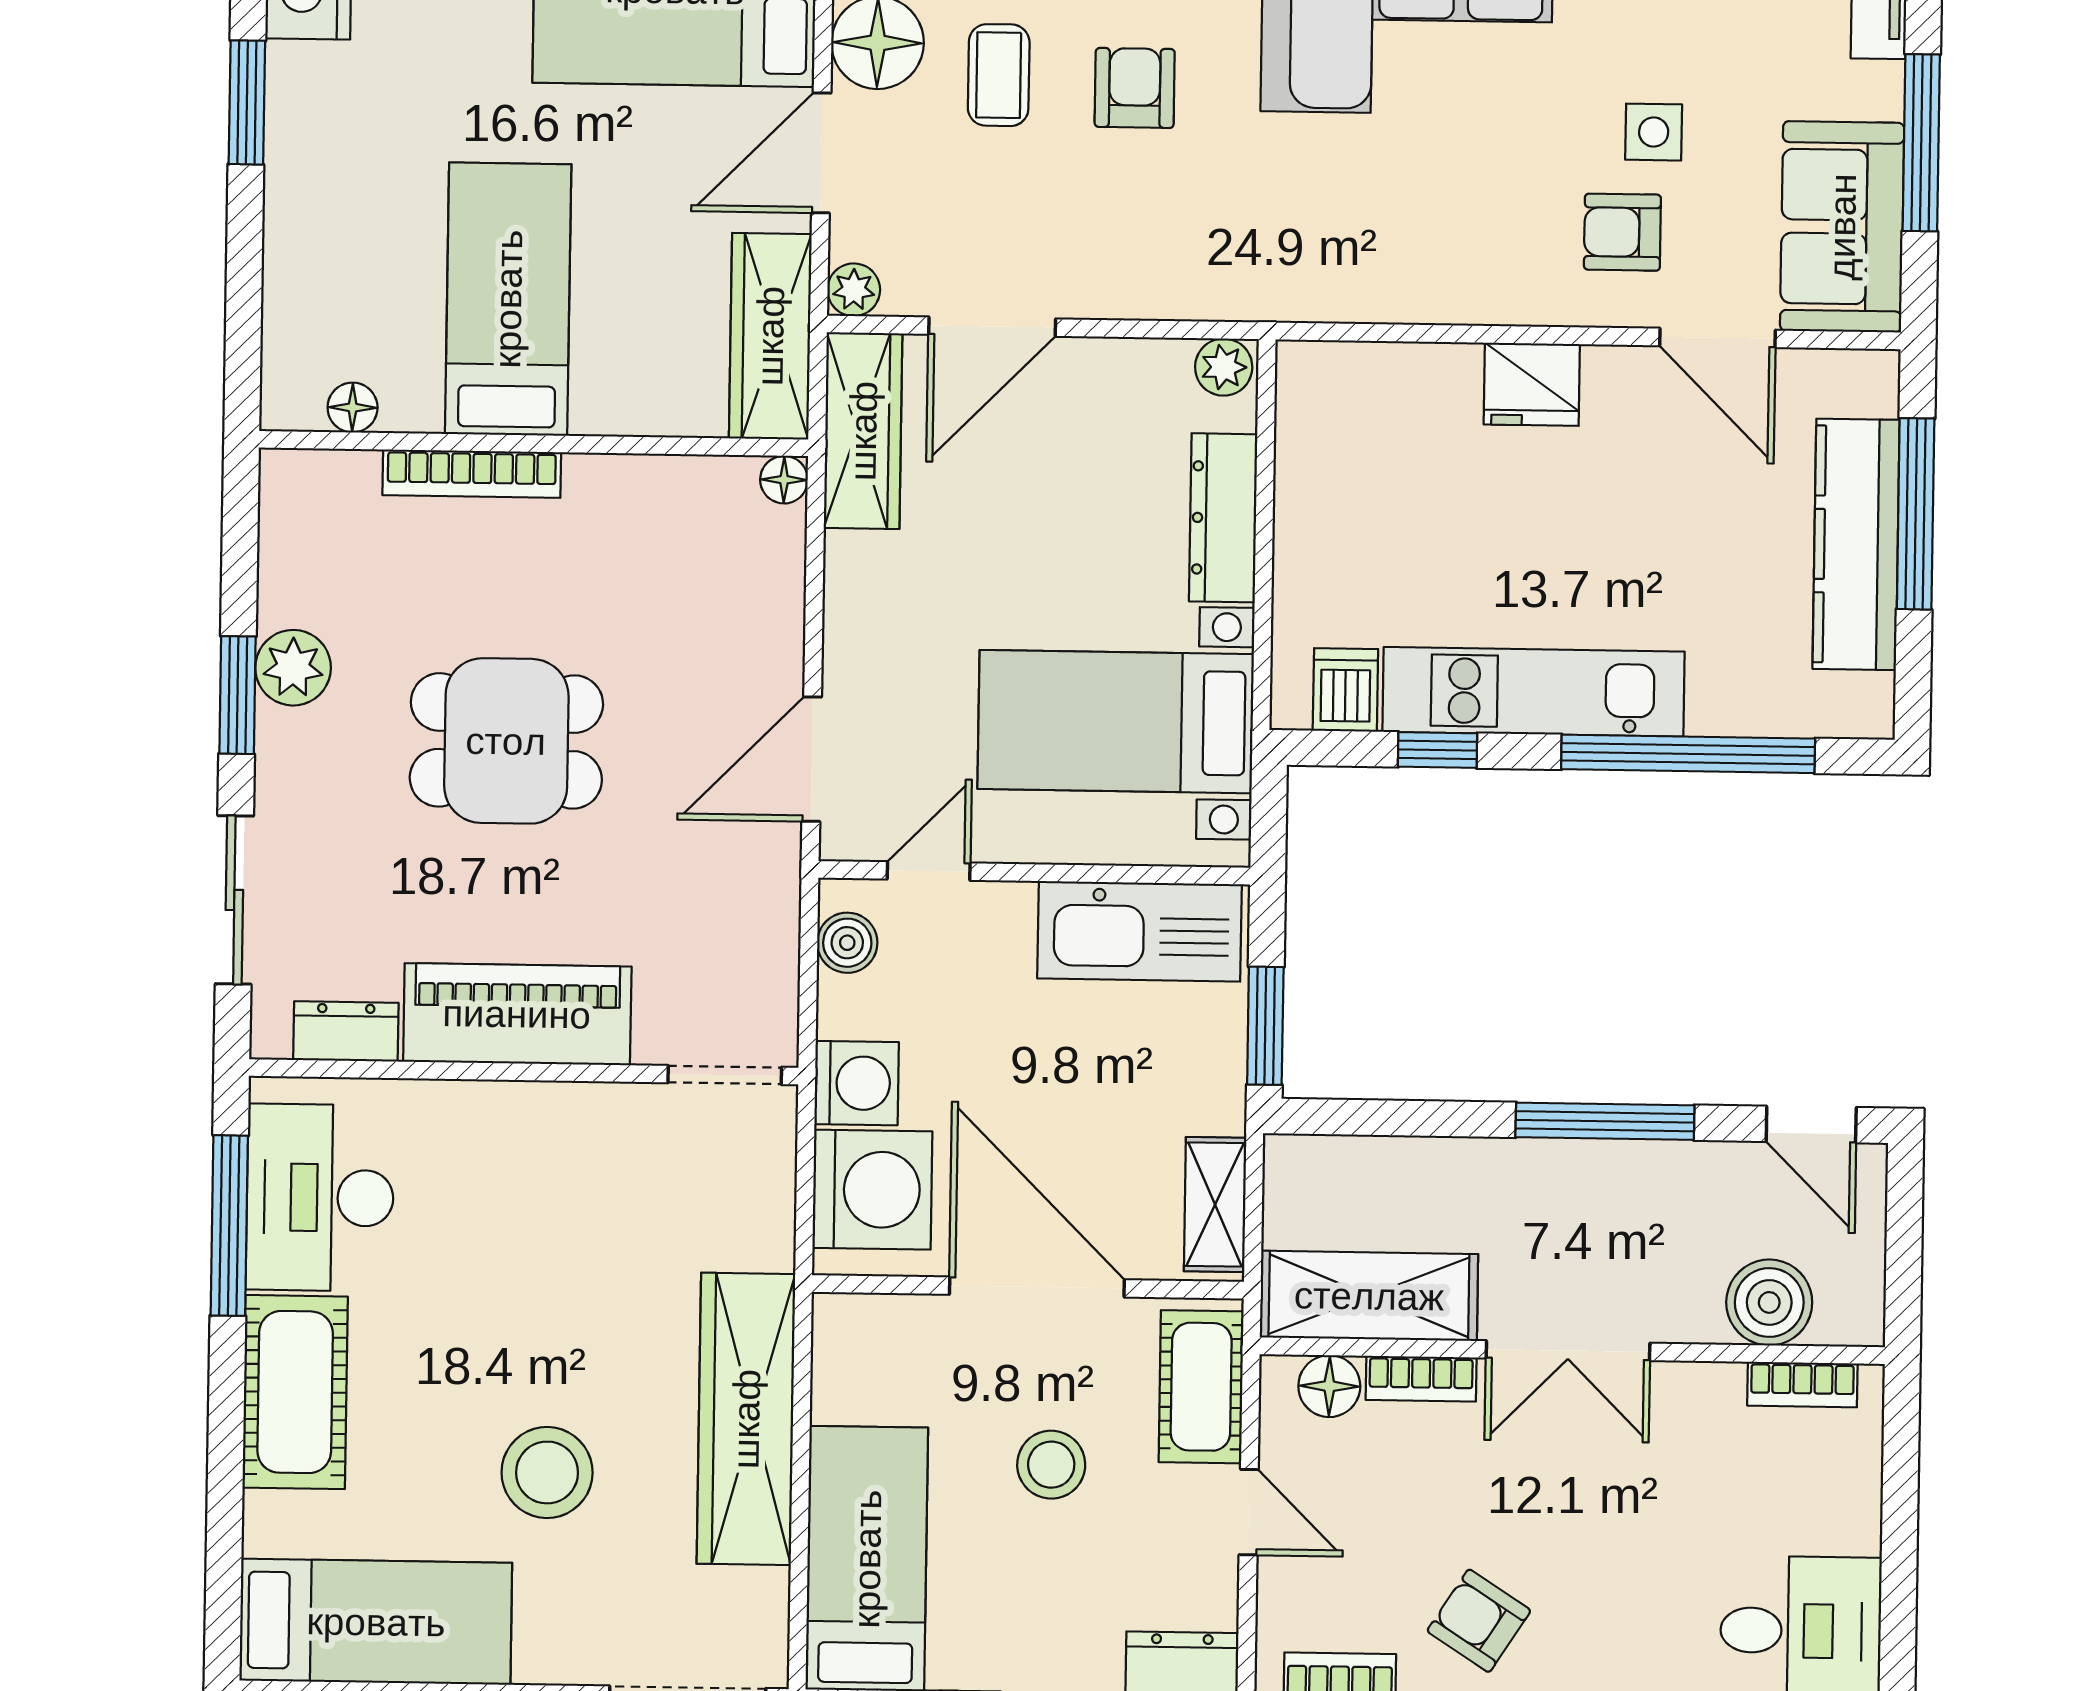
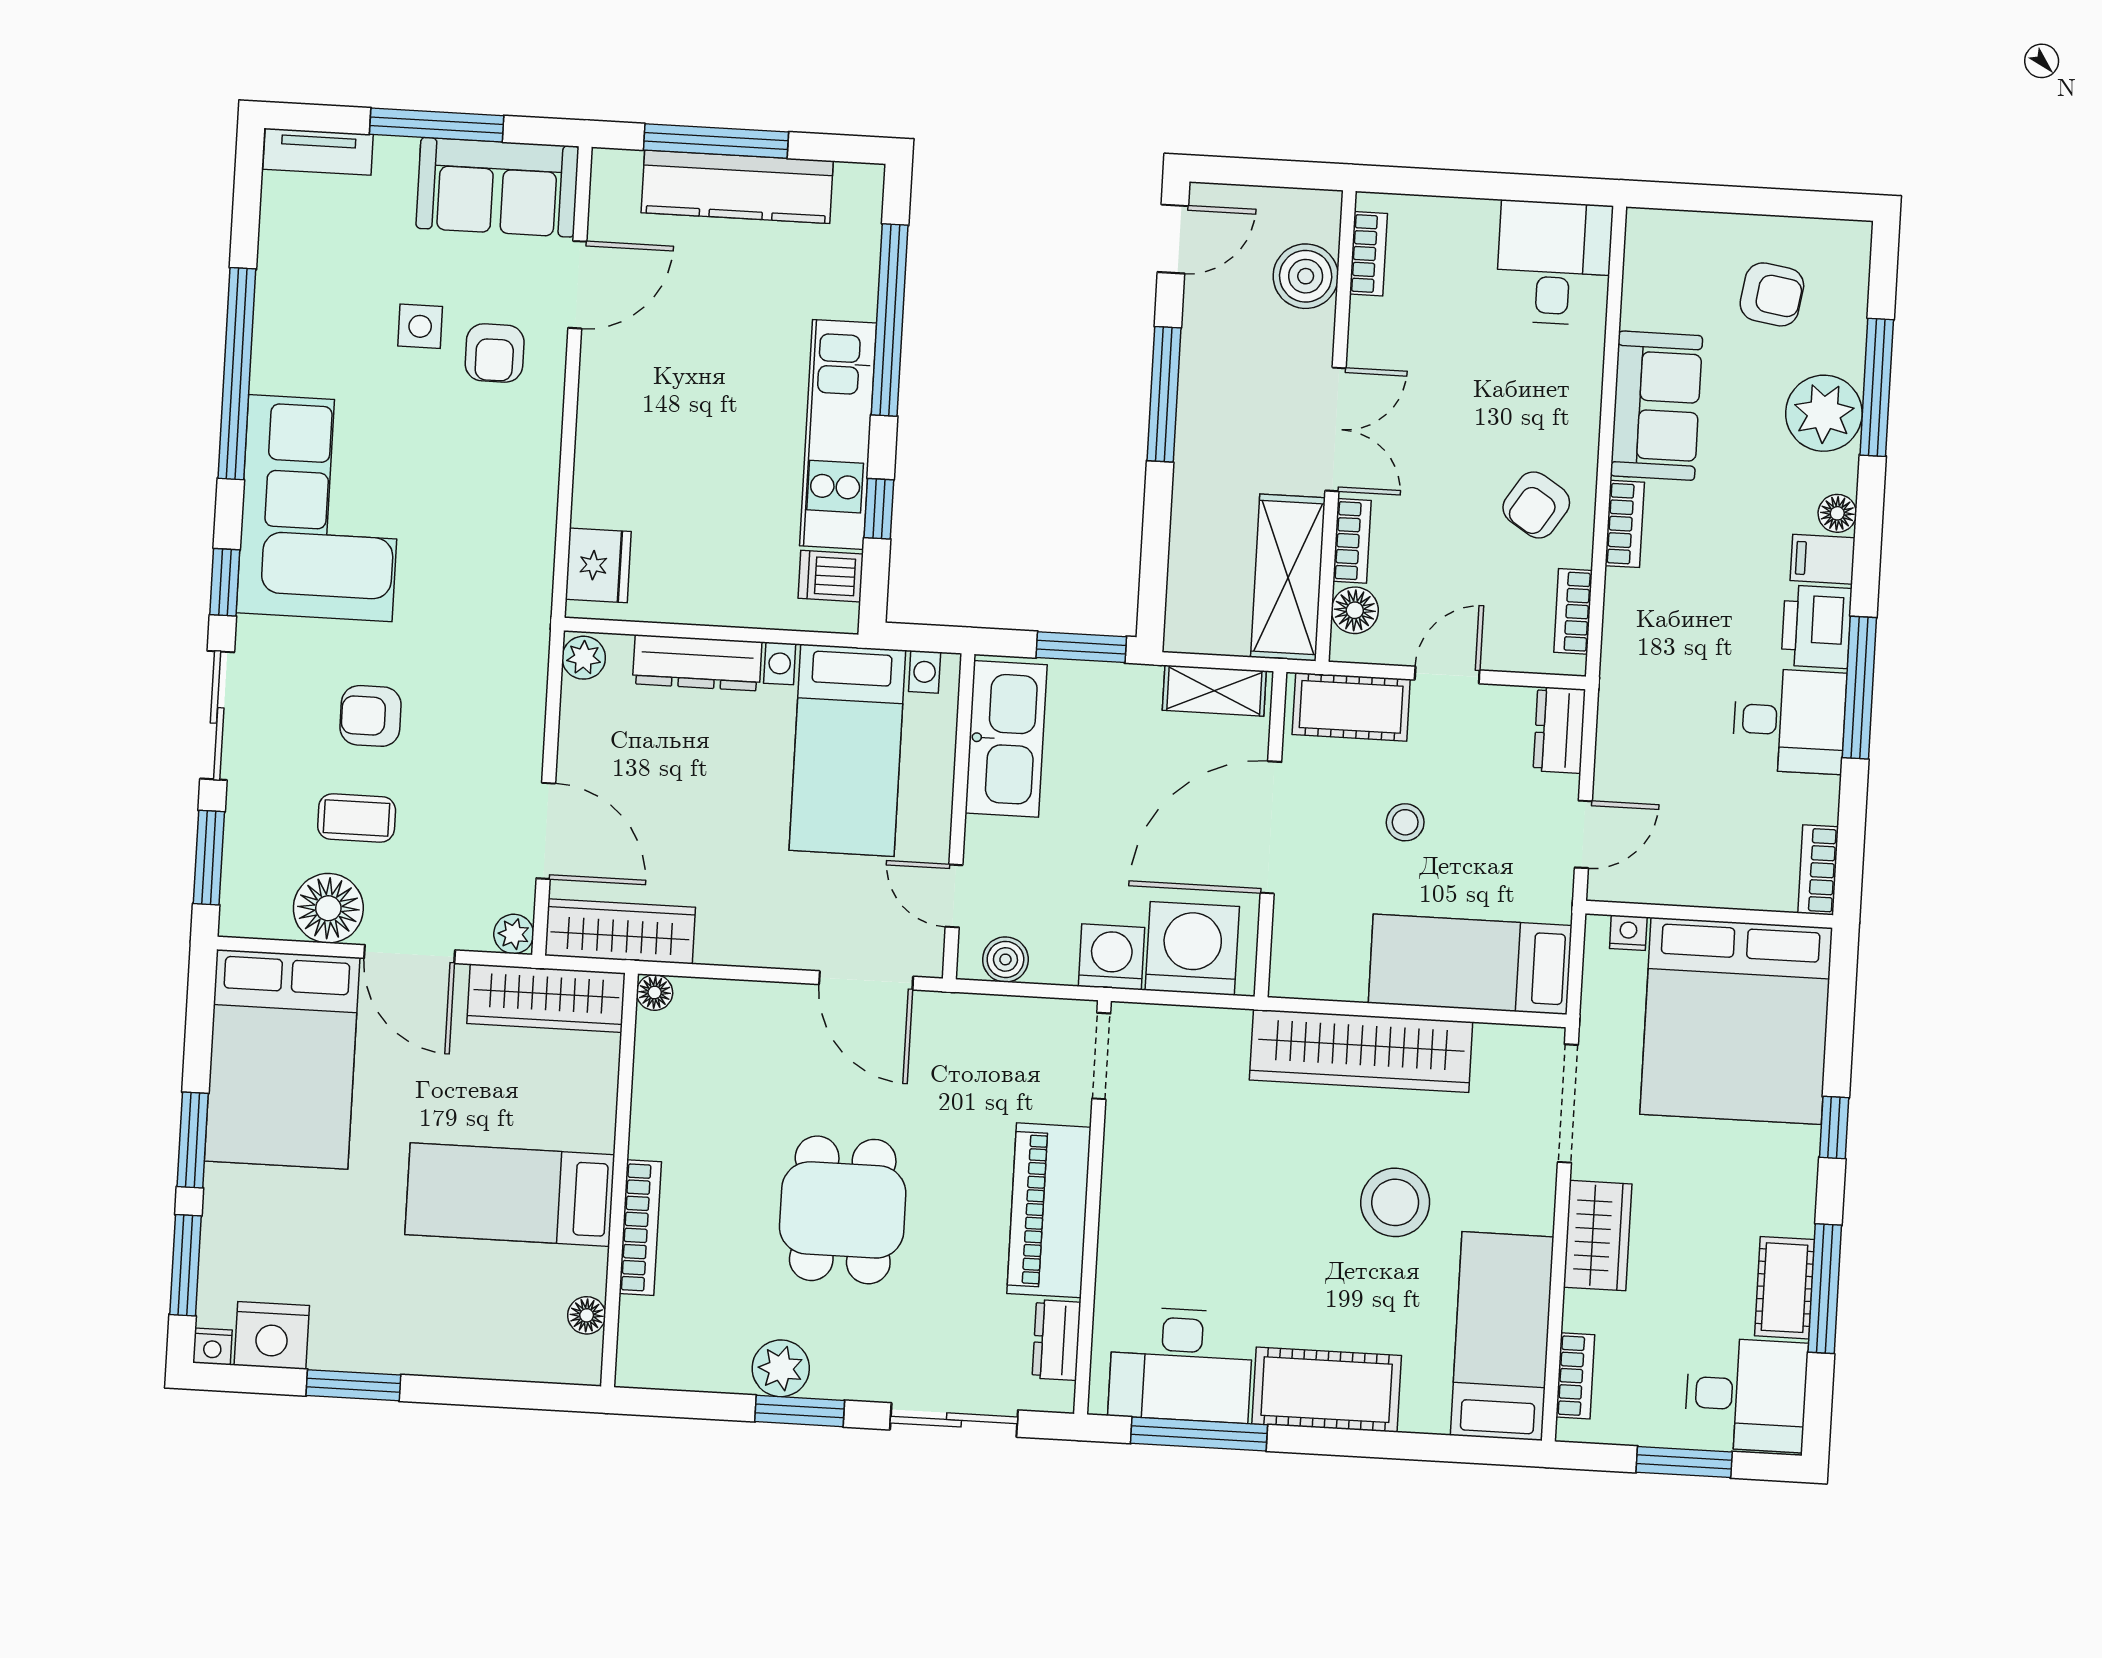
fridge: (1532, 384) -> (598, 565), moved
stool: (1051, 1465) -> (1405, 822), width x0.73, depth x0.73

